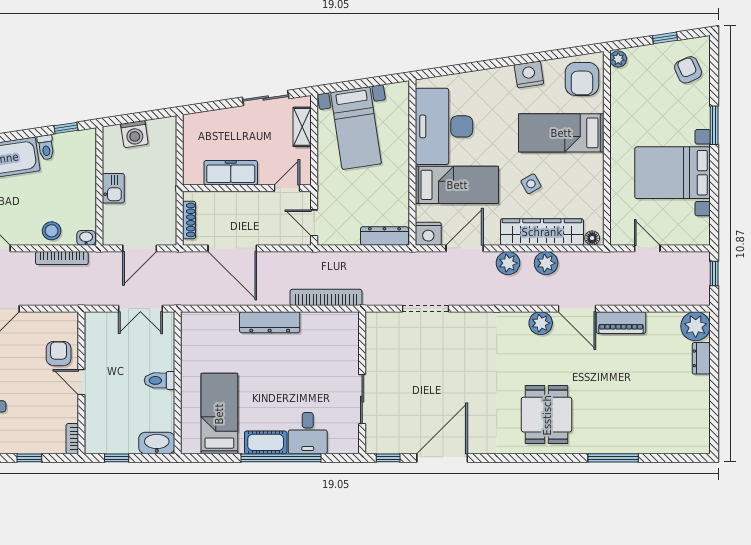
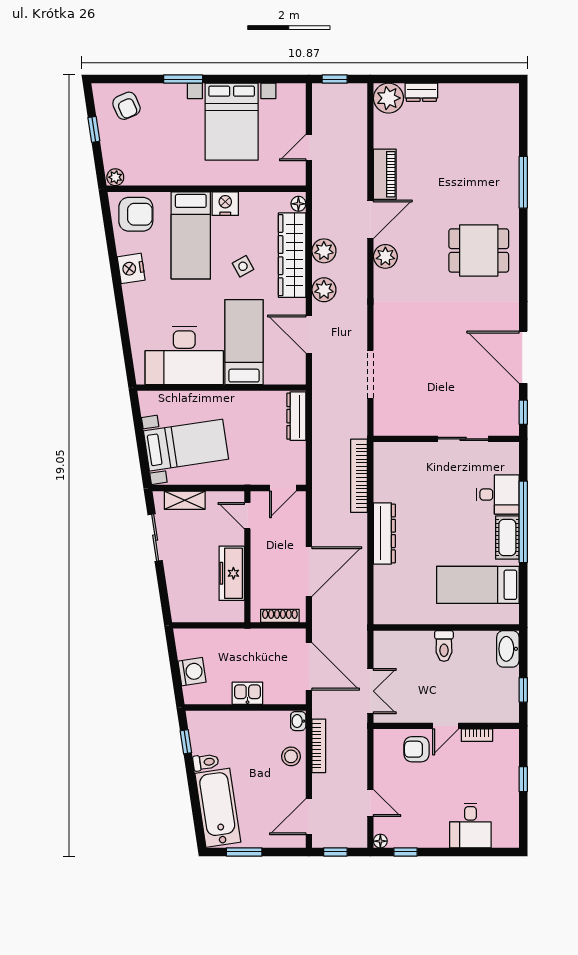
armchair: (688, 70) -> (126, 106), turned -90
nightstand: (428, 234) -> (225, 204), moved, turned -90
door: (140, 248) -> (309, 666), width x1.36
double door: (140, 309) -> (370, 691), moved
bookcase: (72, 439) -> (477, 735), moved

